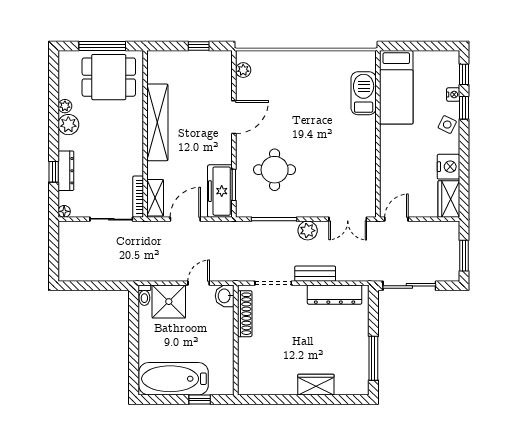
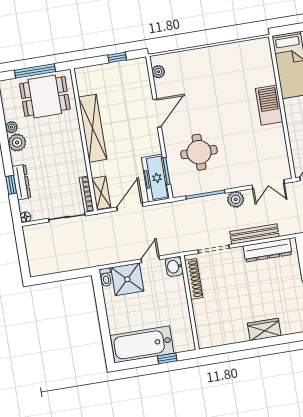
barbecue: (364, 93) -> (269, 105), moved
bench: (315, 274) -> (254, 234), width x1.36

